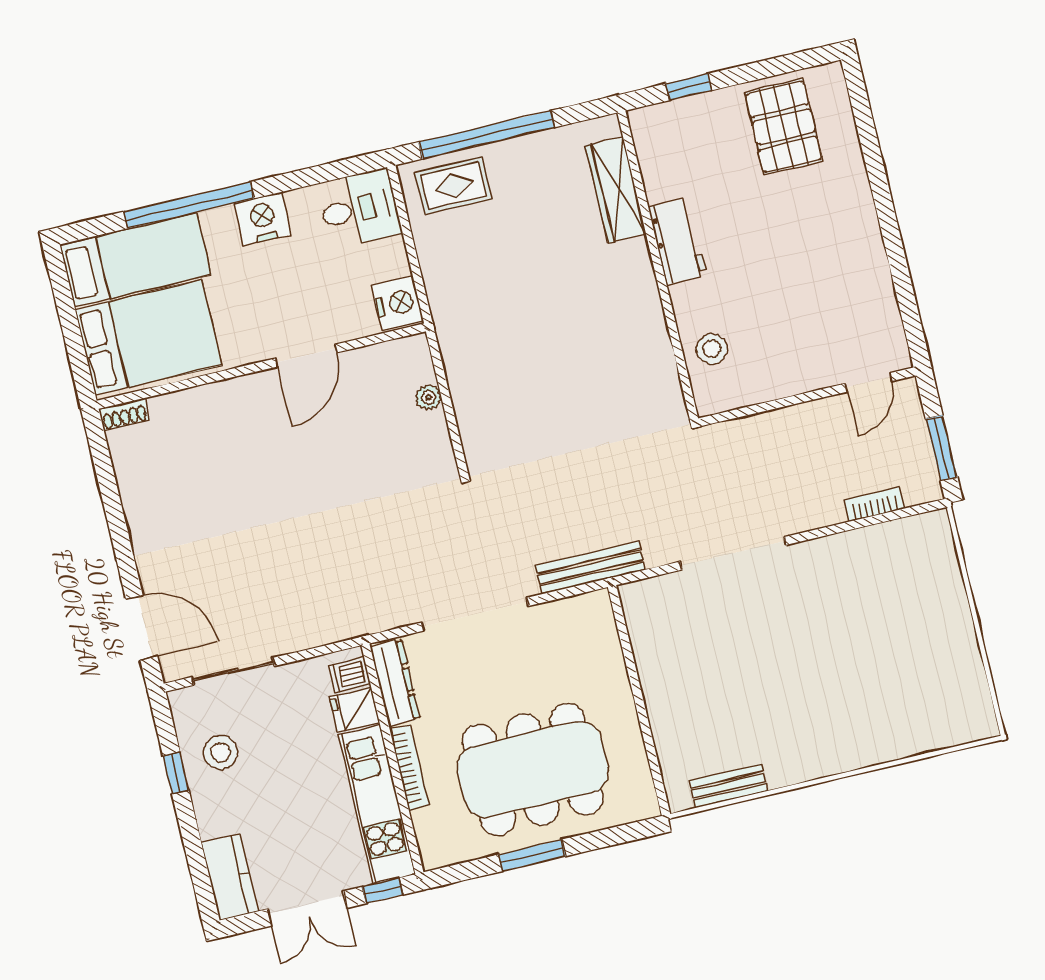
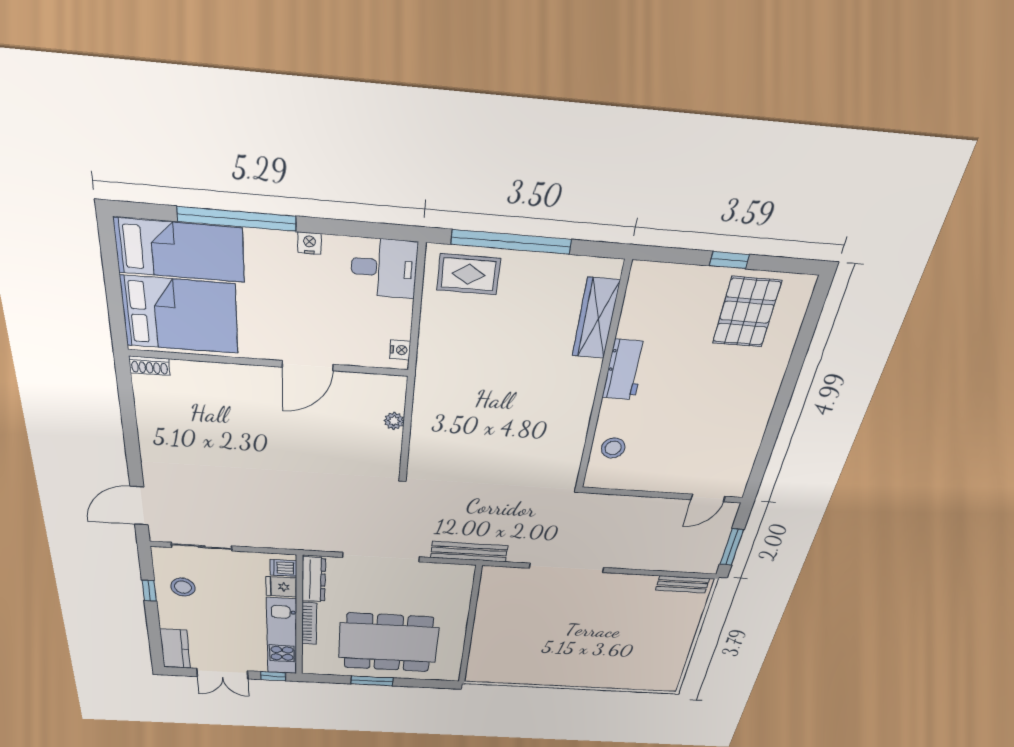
window: (689, 87) -> (729, 260), moved
nightstand: (263, 219) -> (310, 243), width x0.53, depth x0.56
nightstand: (398, 303) -> (400, 350), width x0.53, depth x0.56
bookcase: (874, 504) -> (671, 565), removed
door: (142, 628) -> (139, 506), swing flipped
bench: (728, 786) -> (682, 584), moved

